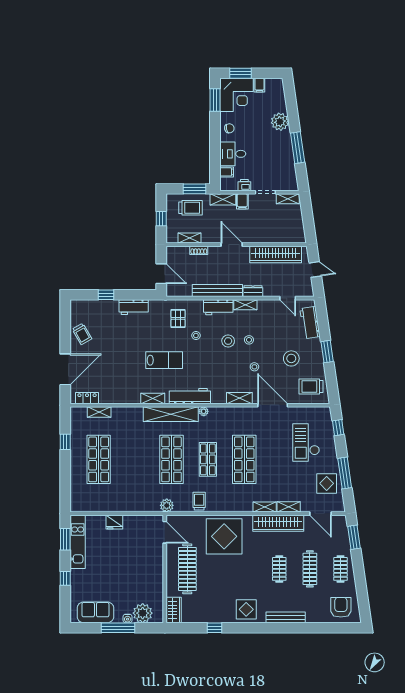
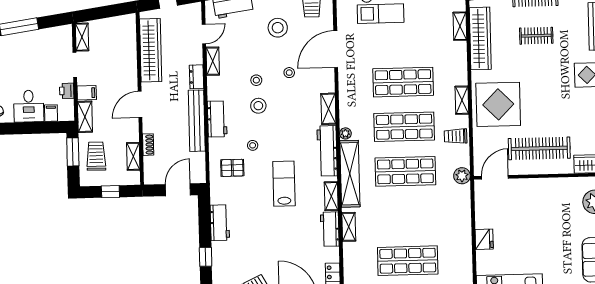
shelving: (245, 305) -> (213, 61), moved
workbench: (126, 397) -> (330, 229), added
shelving: (239, 398) -> (328, 109), moved
shelving: (99, 412) -> (349, 227), moved
shop shelf: (208, 459) -> (404, 127), width x1.43, depth x1.36
shelving: (265, 507) -> (462, 100), moved

